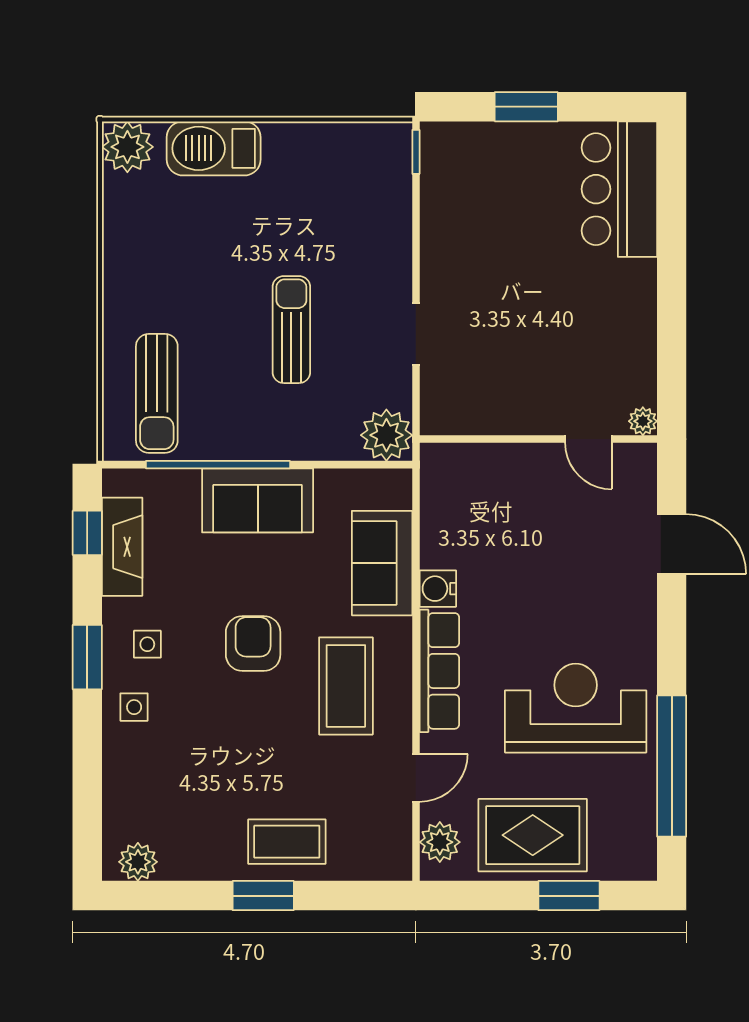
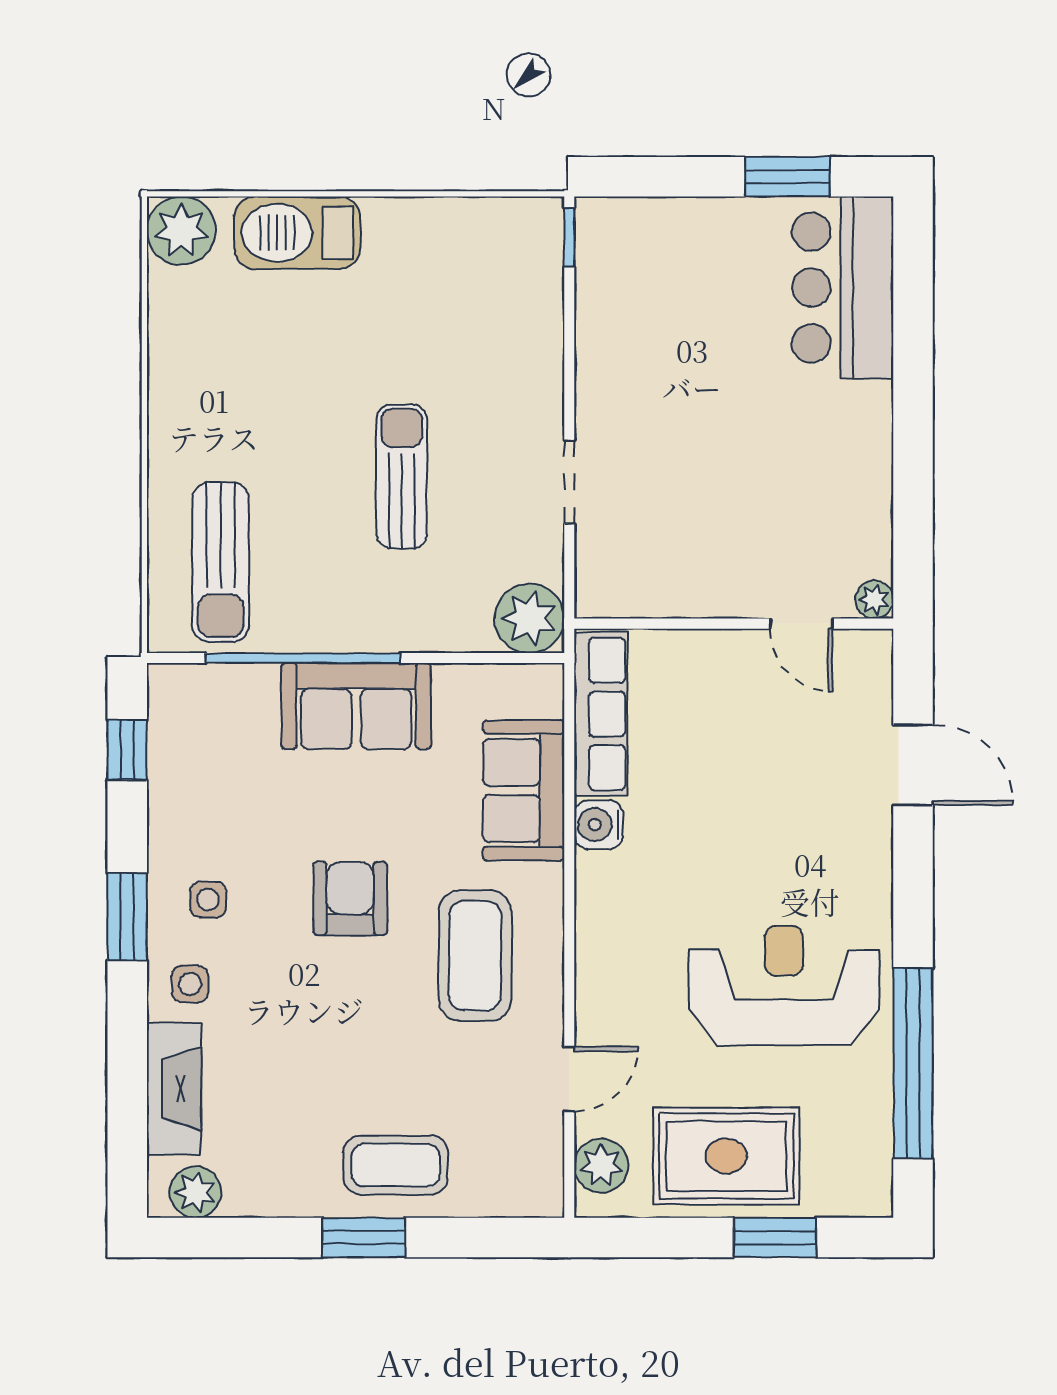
window: (526, 107) -> (788, 177), moved
fireplace: (122, 547) -> (174, 1089), moved
row of seats: (439, 671) -> (601, 714), moved

